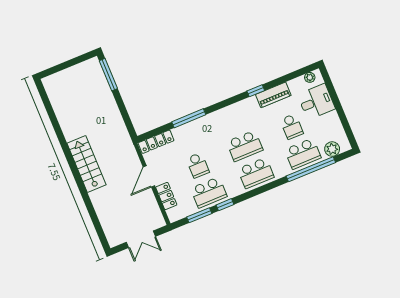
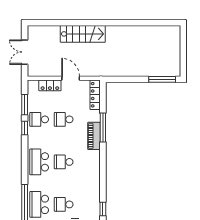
window: (256, 91) -> (103, 209), moved
piano: (273, 95) -> (94, 136), moved
school desk: (245, 146) -> (64, 162), width x0.54
stairs: (86, 164) -> (83, 34), moved
school desk: (209, 192) -> (39, 119), width x0.54

